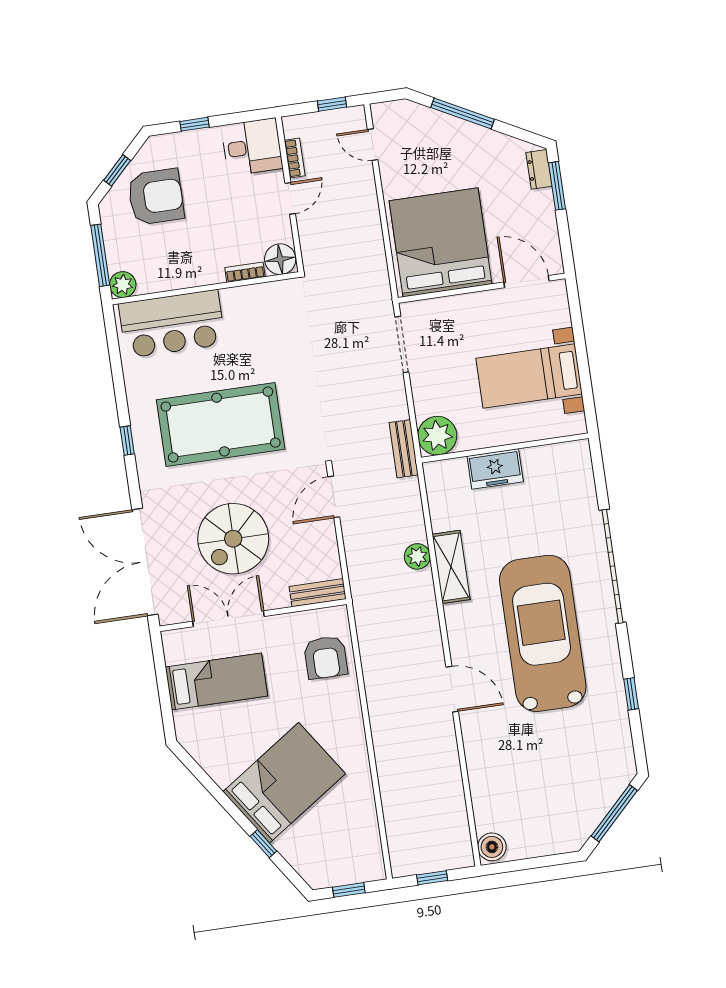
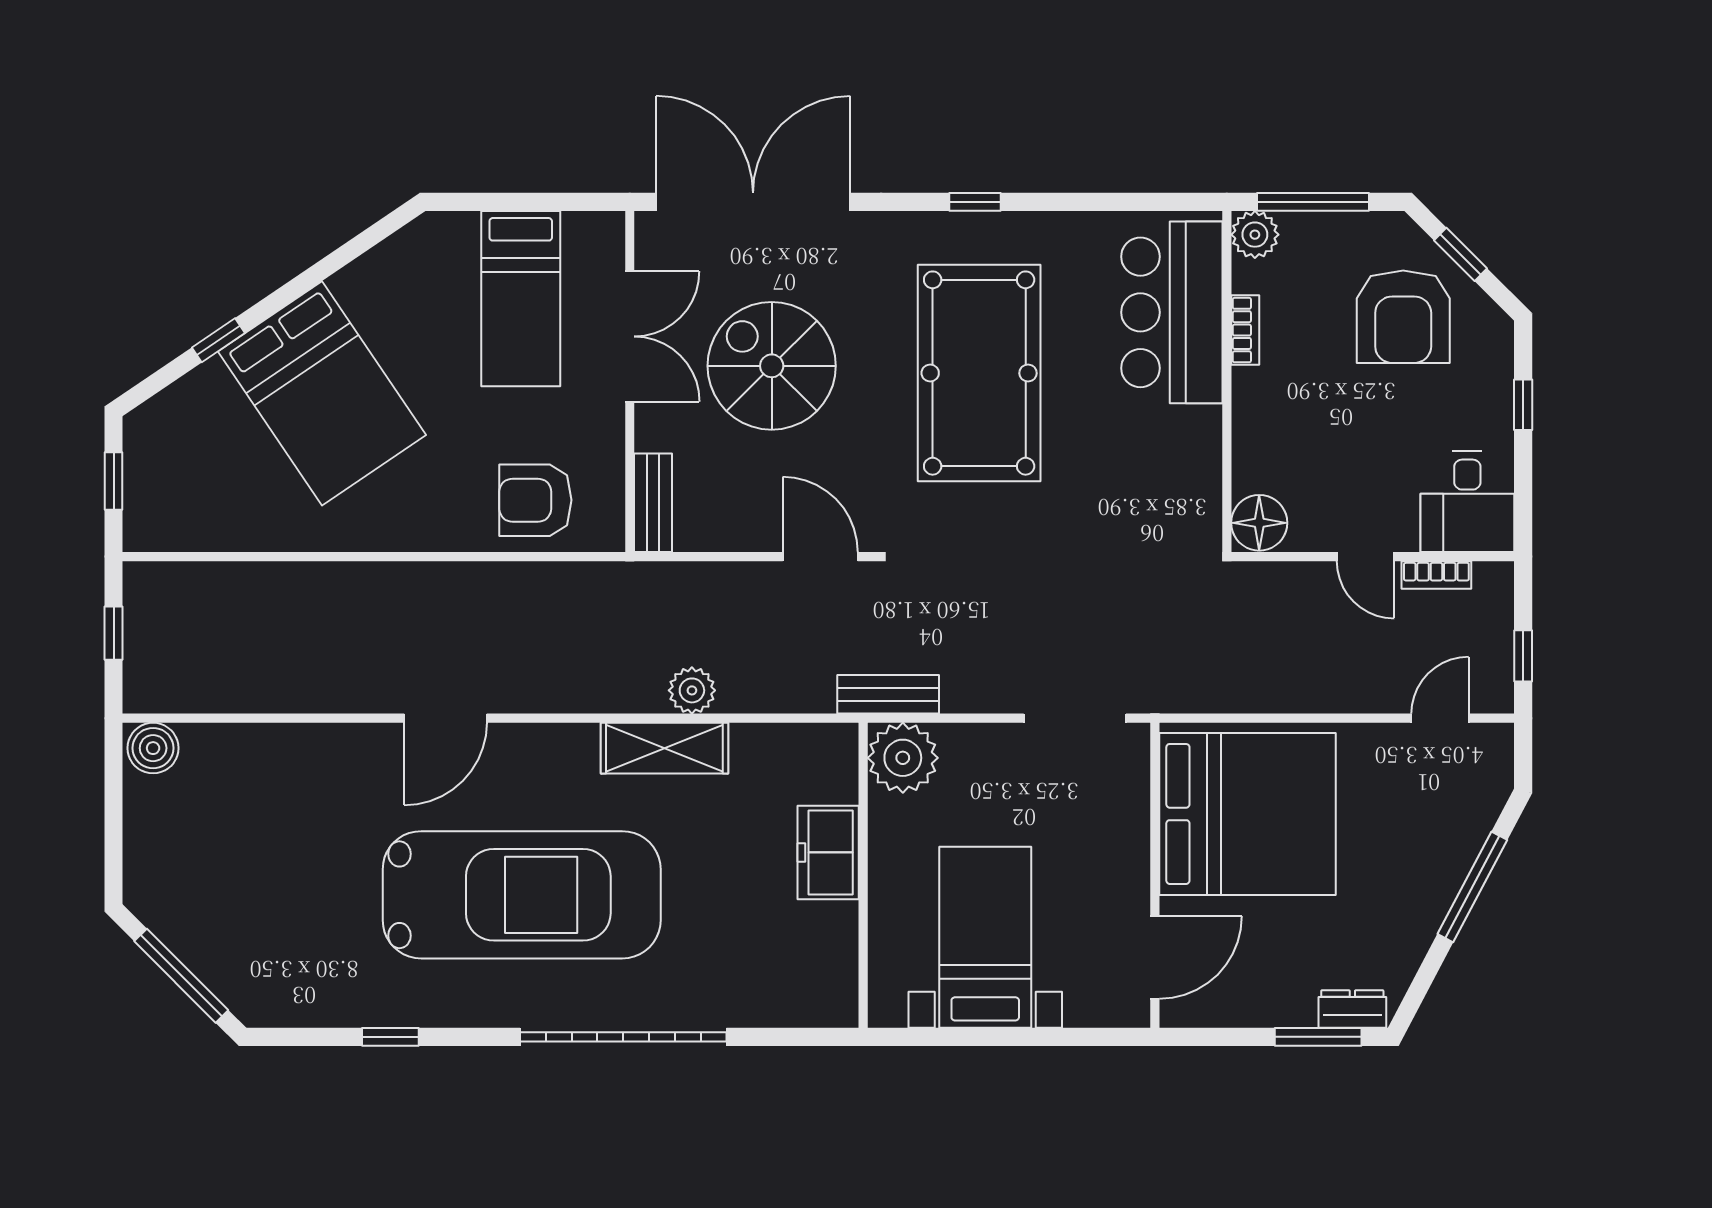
bookcase: (245, 272) -> (1245, 330), moved

